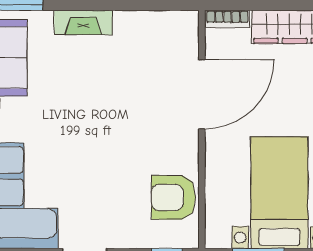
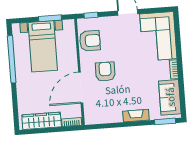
armchair: (144, 126) -> (105, 72), added

